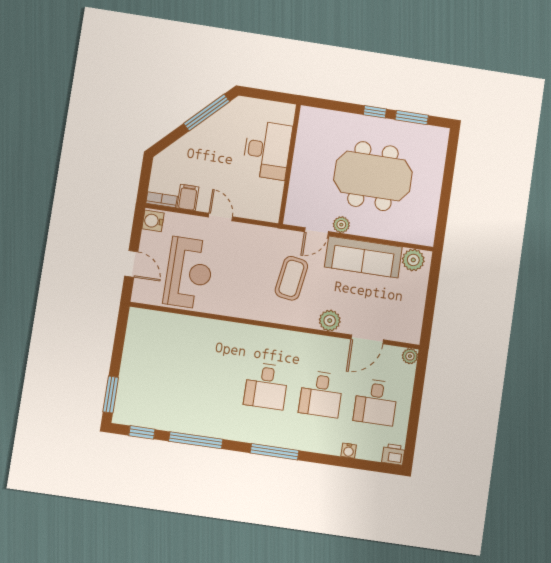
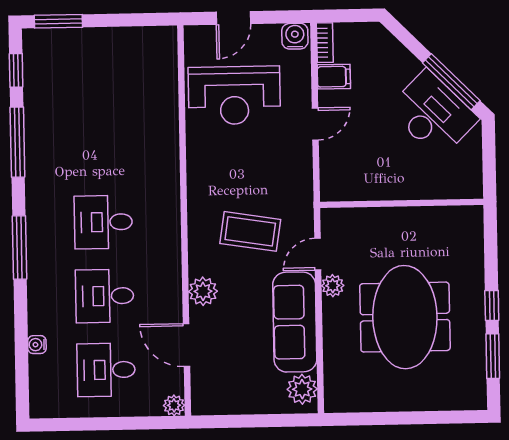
desk: (267, 150) -> (433, 114), moved, turned -135
door: (316, 232) -> (318, 254), hinge flipped
printer: (393, 454) -> (42, 404), removed

